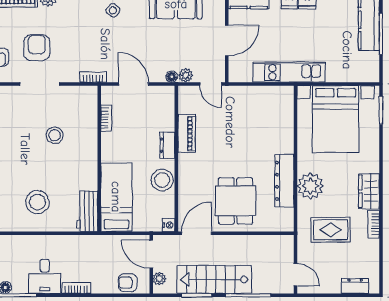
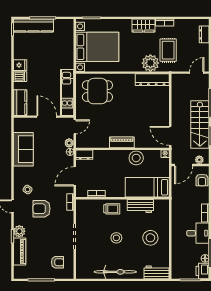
armchair: (37, 48) -> (42, 209), moved
kitchen unit: (289, 72) -> (67, 92), moved
piano: (187, 134) -> (122, 142), moved
stool: (55, 135) -> (116, 238), moved
trolley: (83, 142) -> (112, 209), added
dresser: (167, 145) -> (84, 155), moved
dresser: (284, 181) -> (152, 80), moved
plant: (310, 186) -> (150, 63), moved
dining table: (236, 201) -> (97, 91), moved
workbench: (87, 211) -> (140, 206), moved

